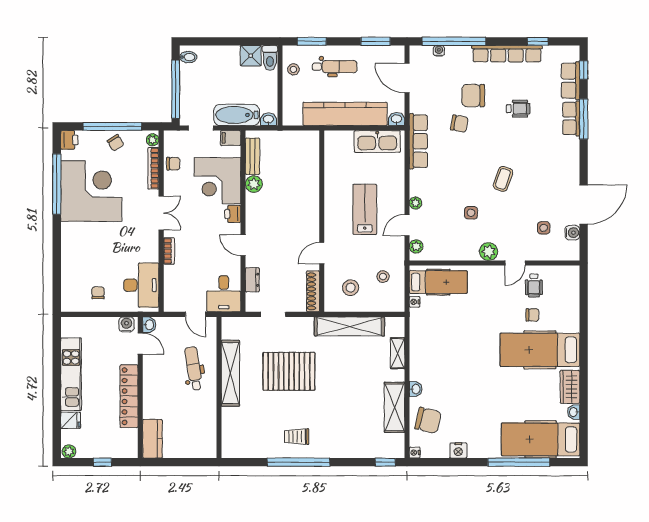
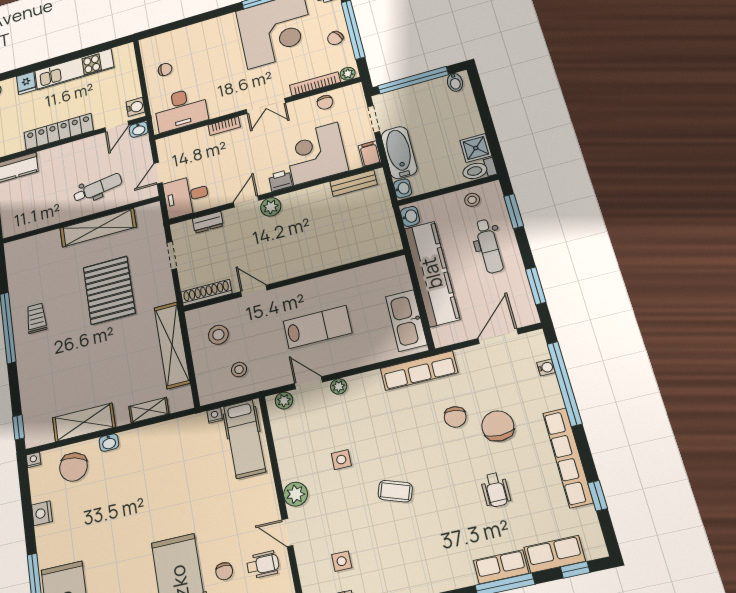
washbasin: (396, 119) -> (410, 216), moved
plant: (254, 184) -> (271, 207), moved
wheelchair: (534, 285) -> (263, 565), turned 180

